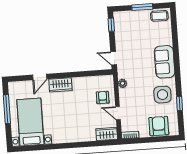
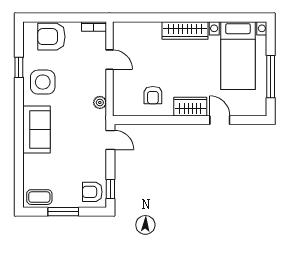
armchair: (123, 22) -> (92, 192), added
door: (40, 77) -> (220, 120), hinge flipped
armchair: (103, 97) -> (153, 95), moved
armchair: (159, 126) -> (51, 37), turned 90
wardrobe: (107, 134) -> (185, 30), moved, width x1.50

